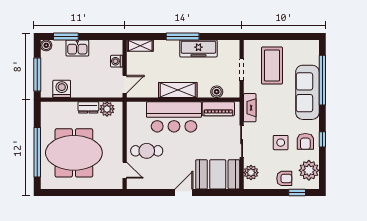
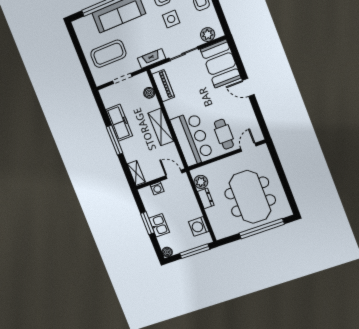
window: (66, 36) -> (147, 223), moved
bar counter: (174, 117) -> (192, 139), moved

